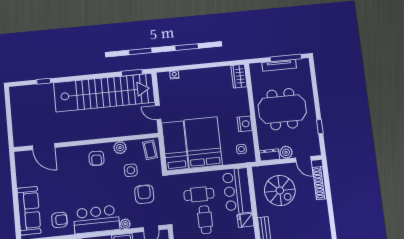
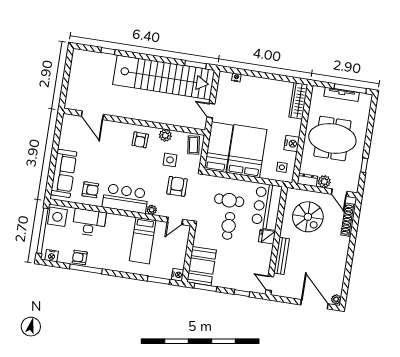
wardrobe: (239, 76) -> (298, 101), width x1.50

